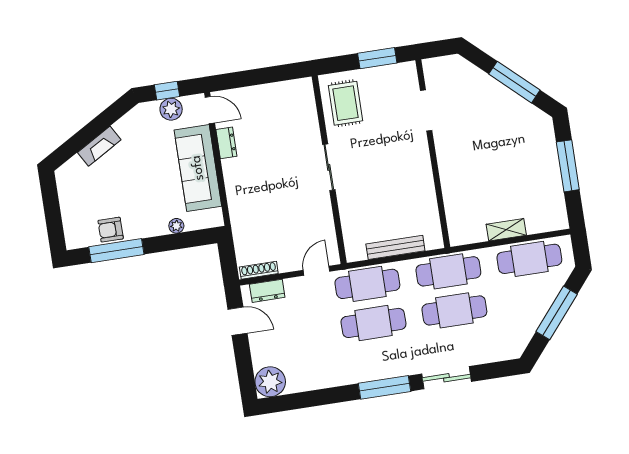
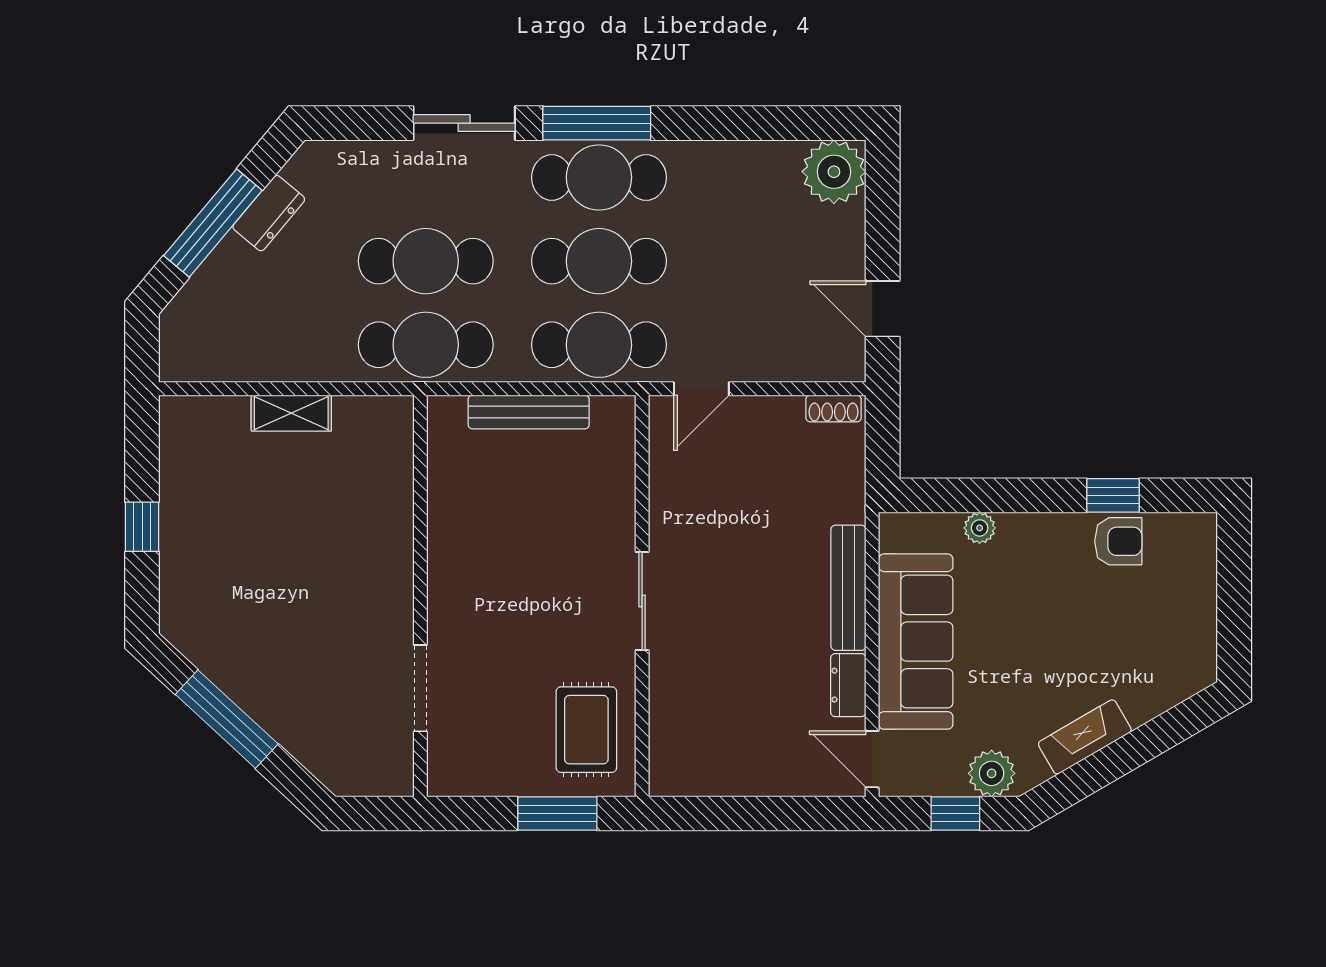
window: (377, 58) -> (557, 813), moved
plant: (171, 109) -> (992, 773), moved
fireplace: (99, 146) -> (1085, 737), moved
window: (568, 166) -> (142, 527), width x0.46
bench: (233, 188) -> (848, 588), added
window: (116, 251) -> (1113, 495), width x0.46
cafe table: (529, 259) -> (599, 177), moved
shoe rack: (259, 270) -> (834, 408), width x0.70
dresser: (267, 291) -> (269, 213), moved, turned 130

